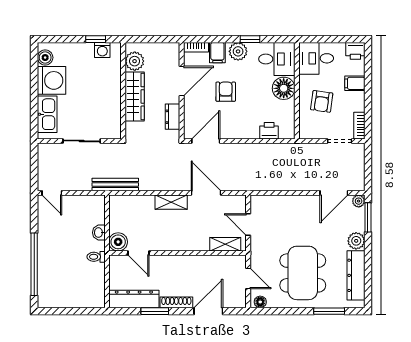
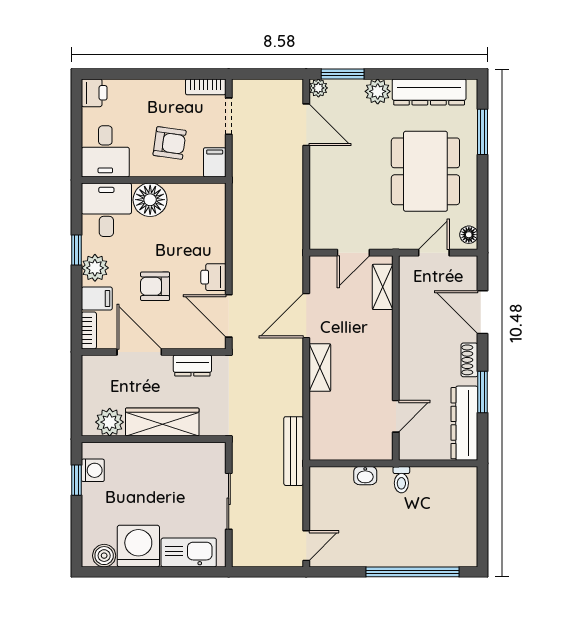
filing cabinet: (355, 83) -> (215, 162), moved, turned 180
printer: (269, 131) -> (213, 277), moved
boiler: (118, 242) -> (379, 447), removed
dining table: (303, 273) -> (425, 171), turned 90
shoe rack: (176, 302) -> (469, 360), width x0.70

